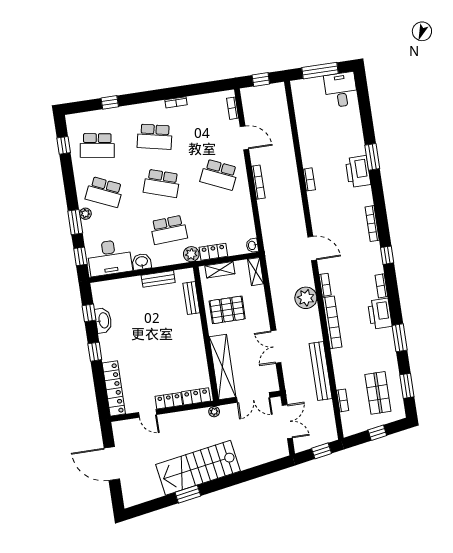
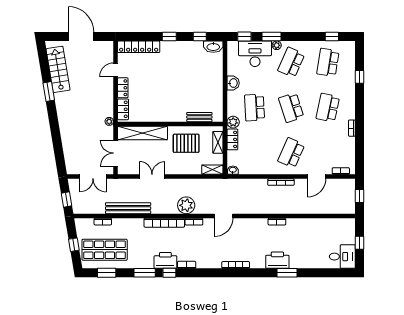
window: (320, 71) -> (360, 243), width x0.46
school desk: (162, 183) -> (291, 108), turned -36
window: (387, 255) -> (169, 273), moved
desk: (110, 258) -> (255, 54), moved, turned 90
bench: (158, 279) -> (218, 94), removed
pallet: (227, 310) -> (186, 143), turned 90
washbasin: (103, 320) -> (213, 47), moved
shop shelf: (378, 393) -> (105, 250), width x1.43, depth x1.36
door: (112, 464) -> (81, 36), hinge flipped
stairs: (198, 468) -> (58, 69), moved, width x0.73, depth x0.66

